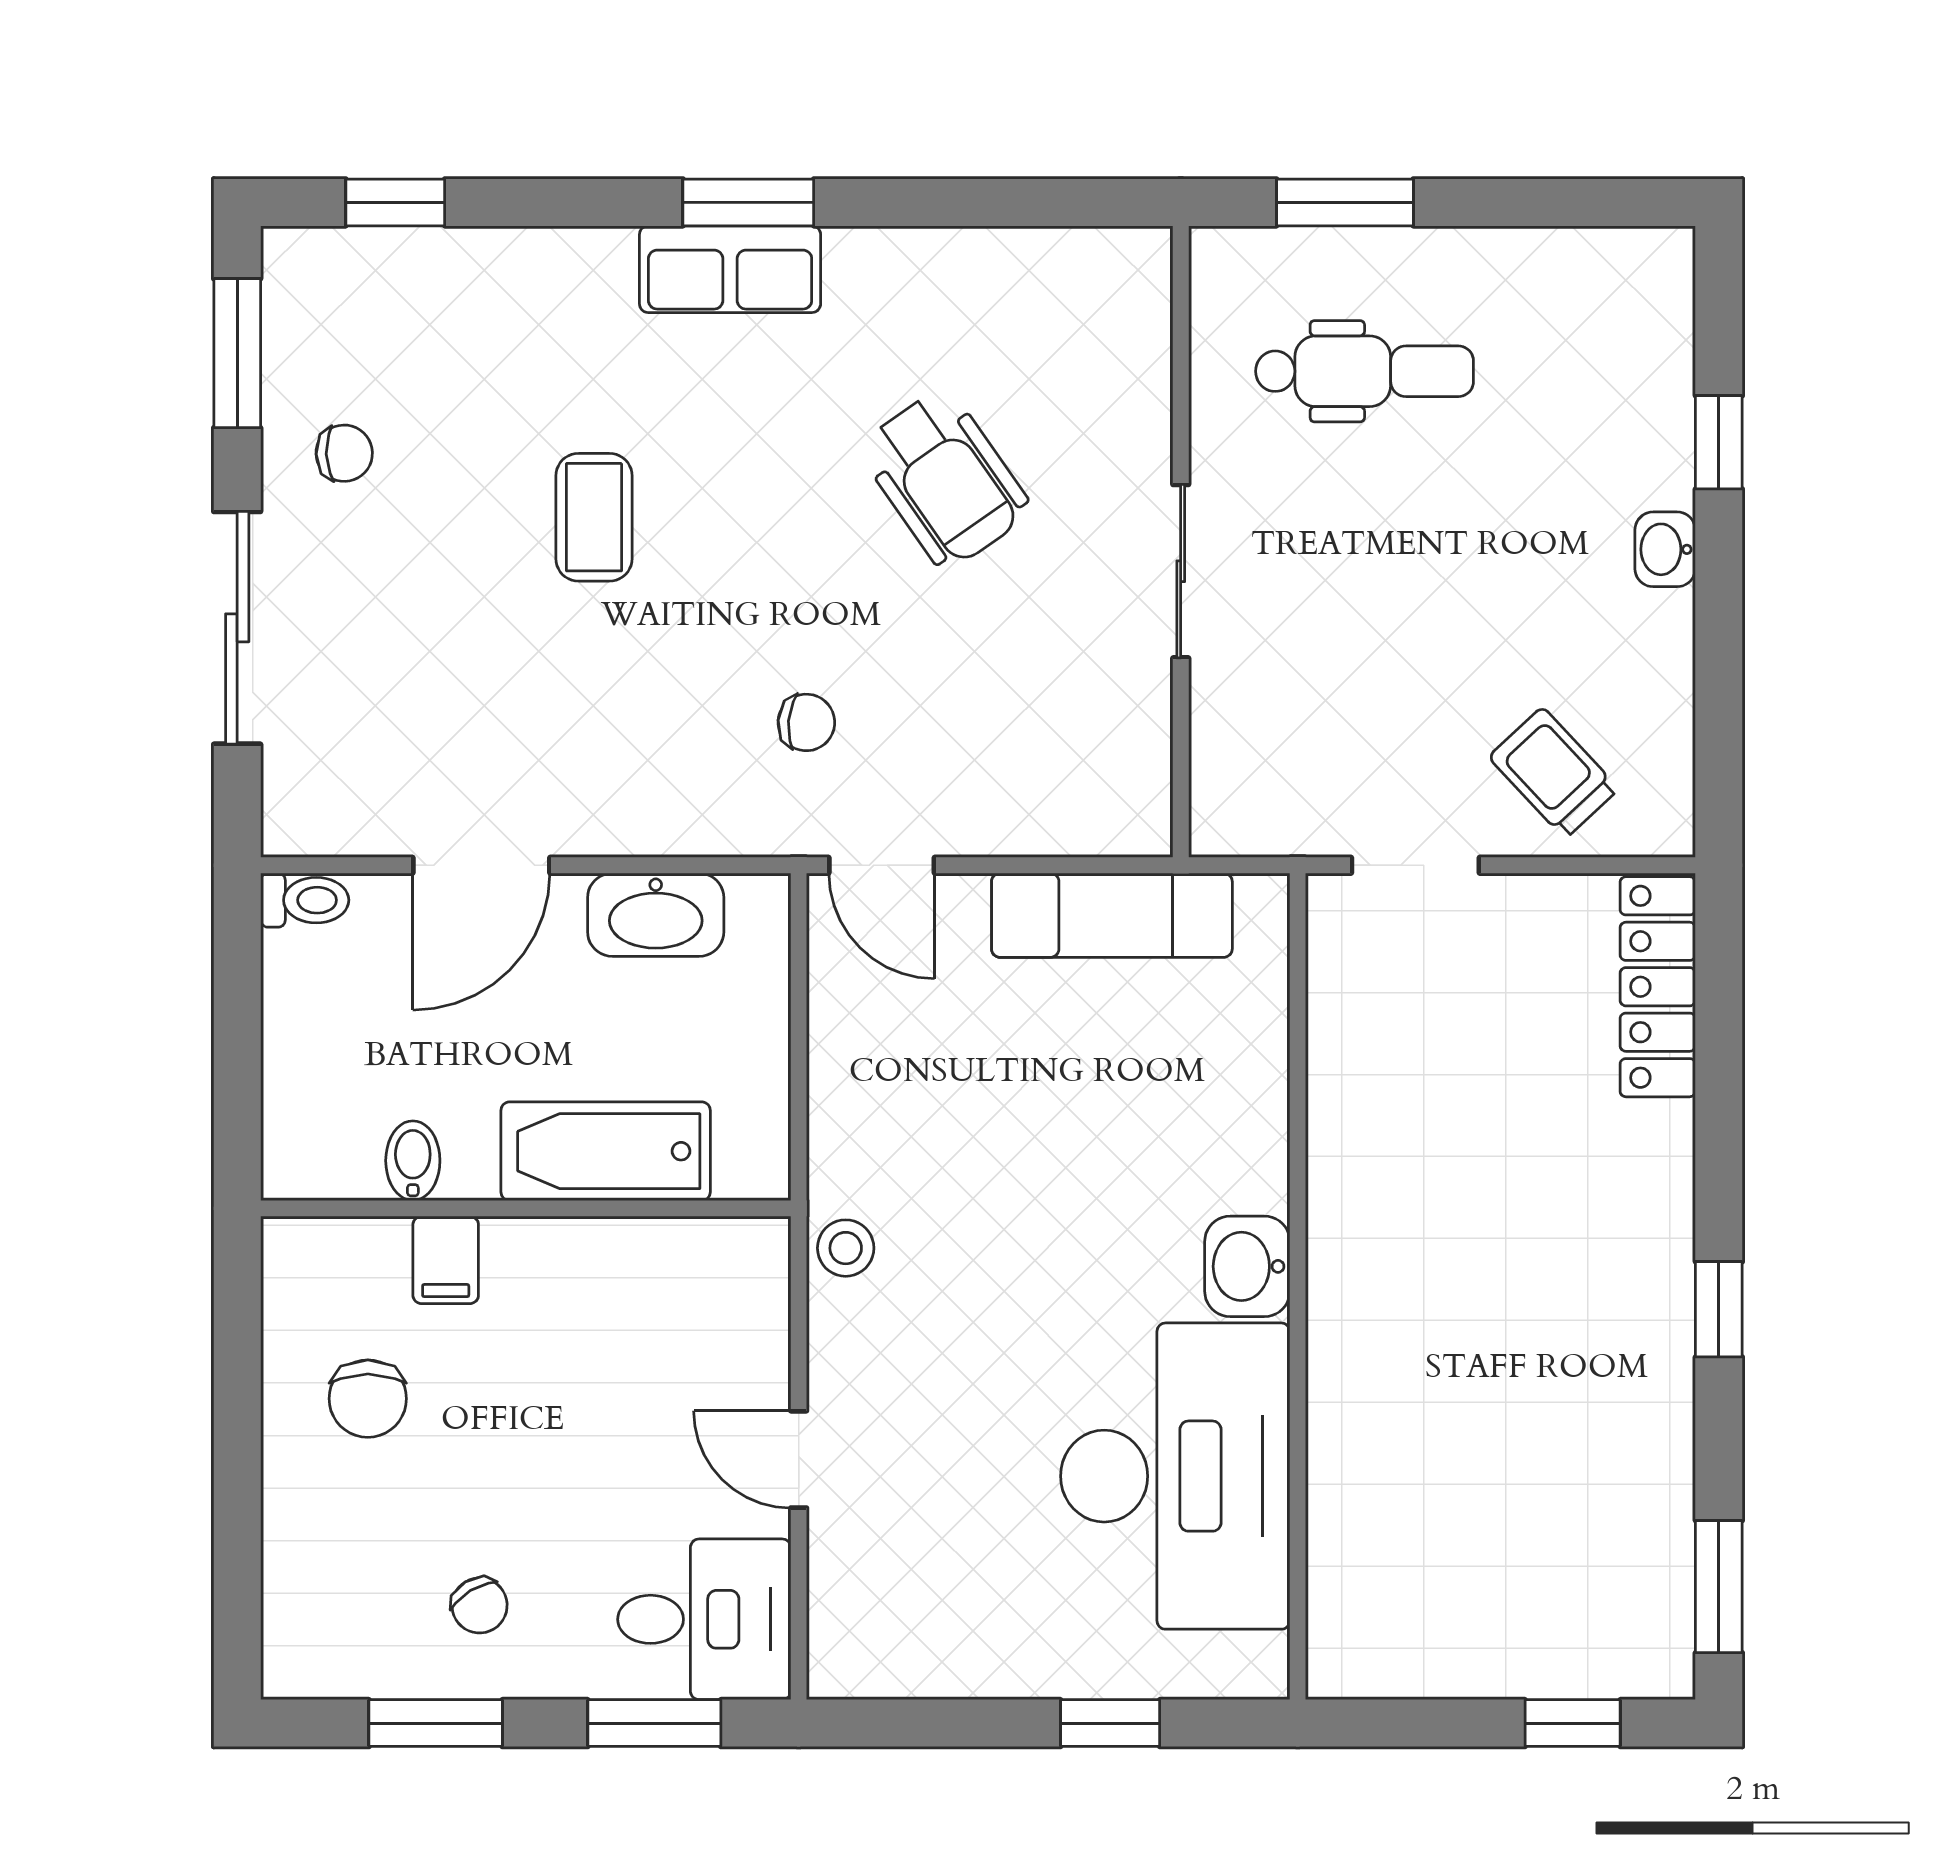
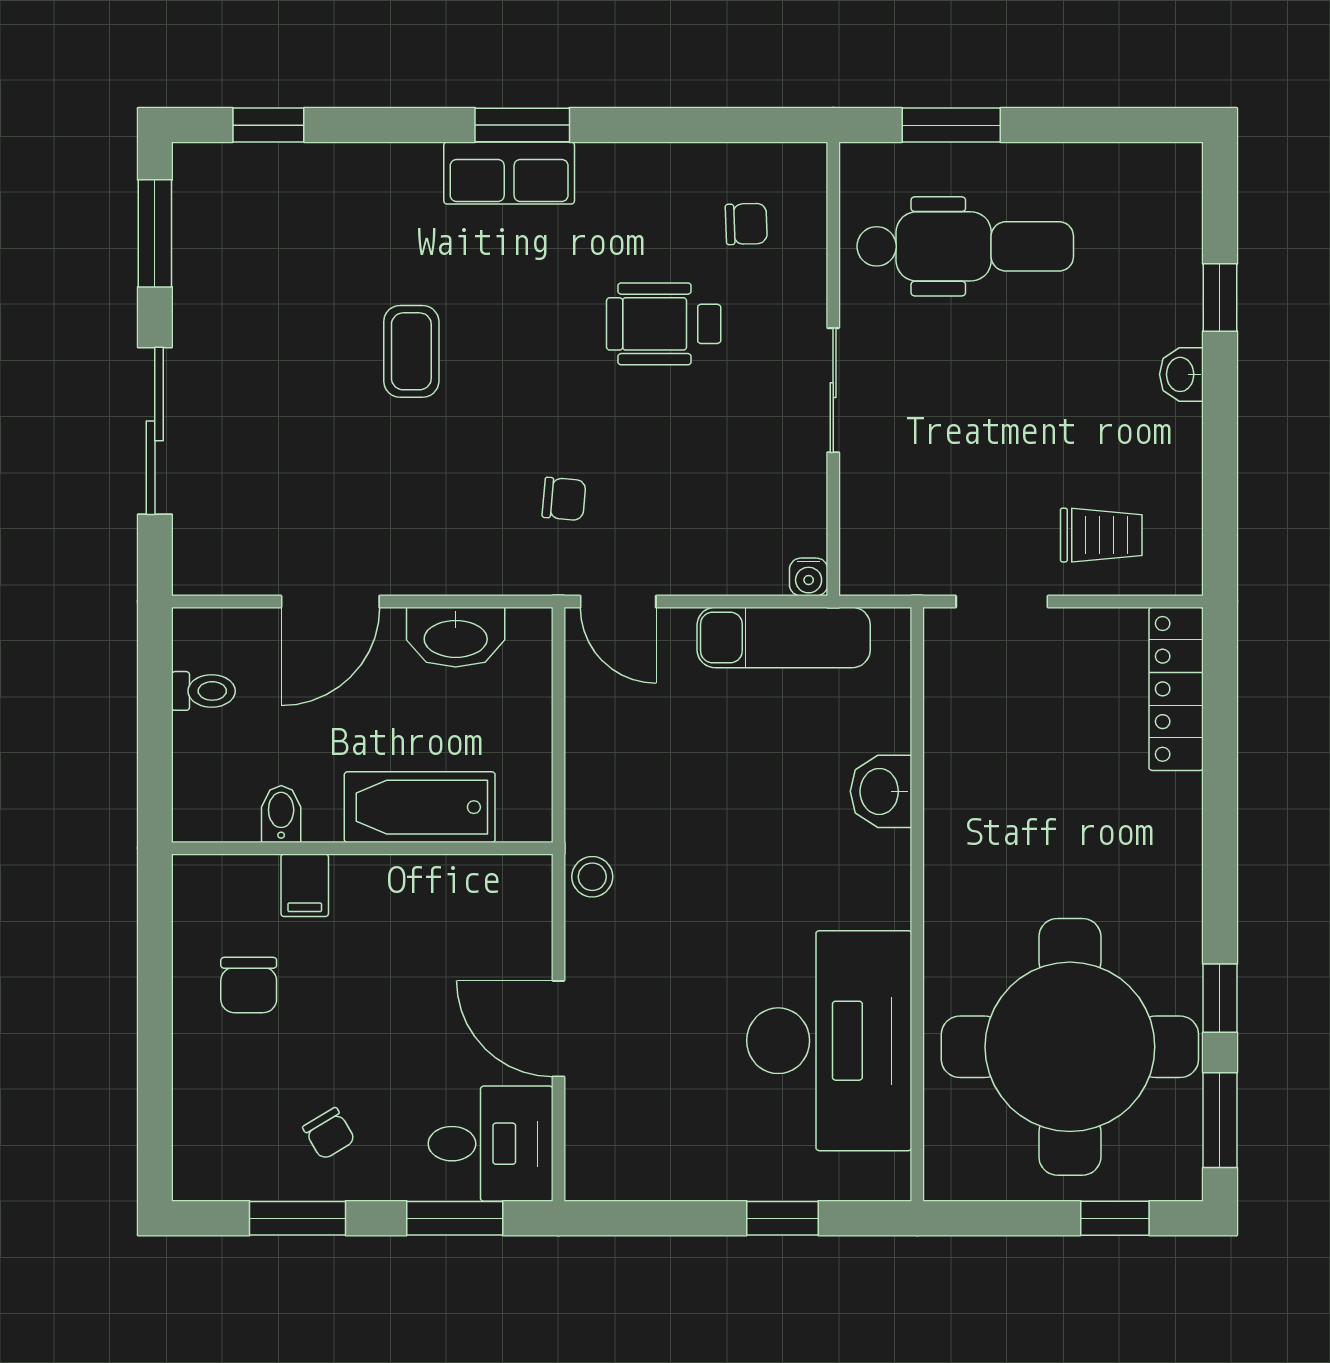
dental chair: (1365, 371) -> (965, 246), width x1.36, depth x1.38
chair: (344, 453) -> (746, 224), moved
wheelchair: (945, 479) -> (664, 324), turned 125
trolley: (1554, 773) -> (1101, 535), turned 133
water cooler: (1147, 831) -> (809, 577), added
toilet: (305, 900) -> (203, 691), moved
washbasin: (1247, 1266) -> (881, 791), moved
window: (1719, 1309) -> (1220, 998), moved
door: (799, 1459) -> (558, 1029), width x1.38
round table: (1510, 1485) -> (1070, 1047), added

